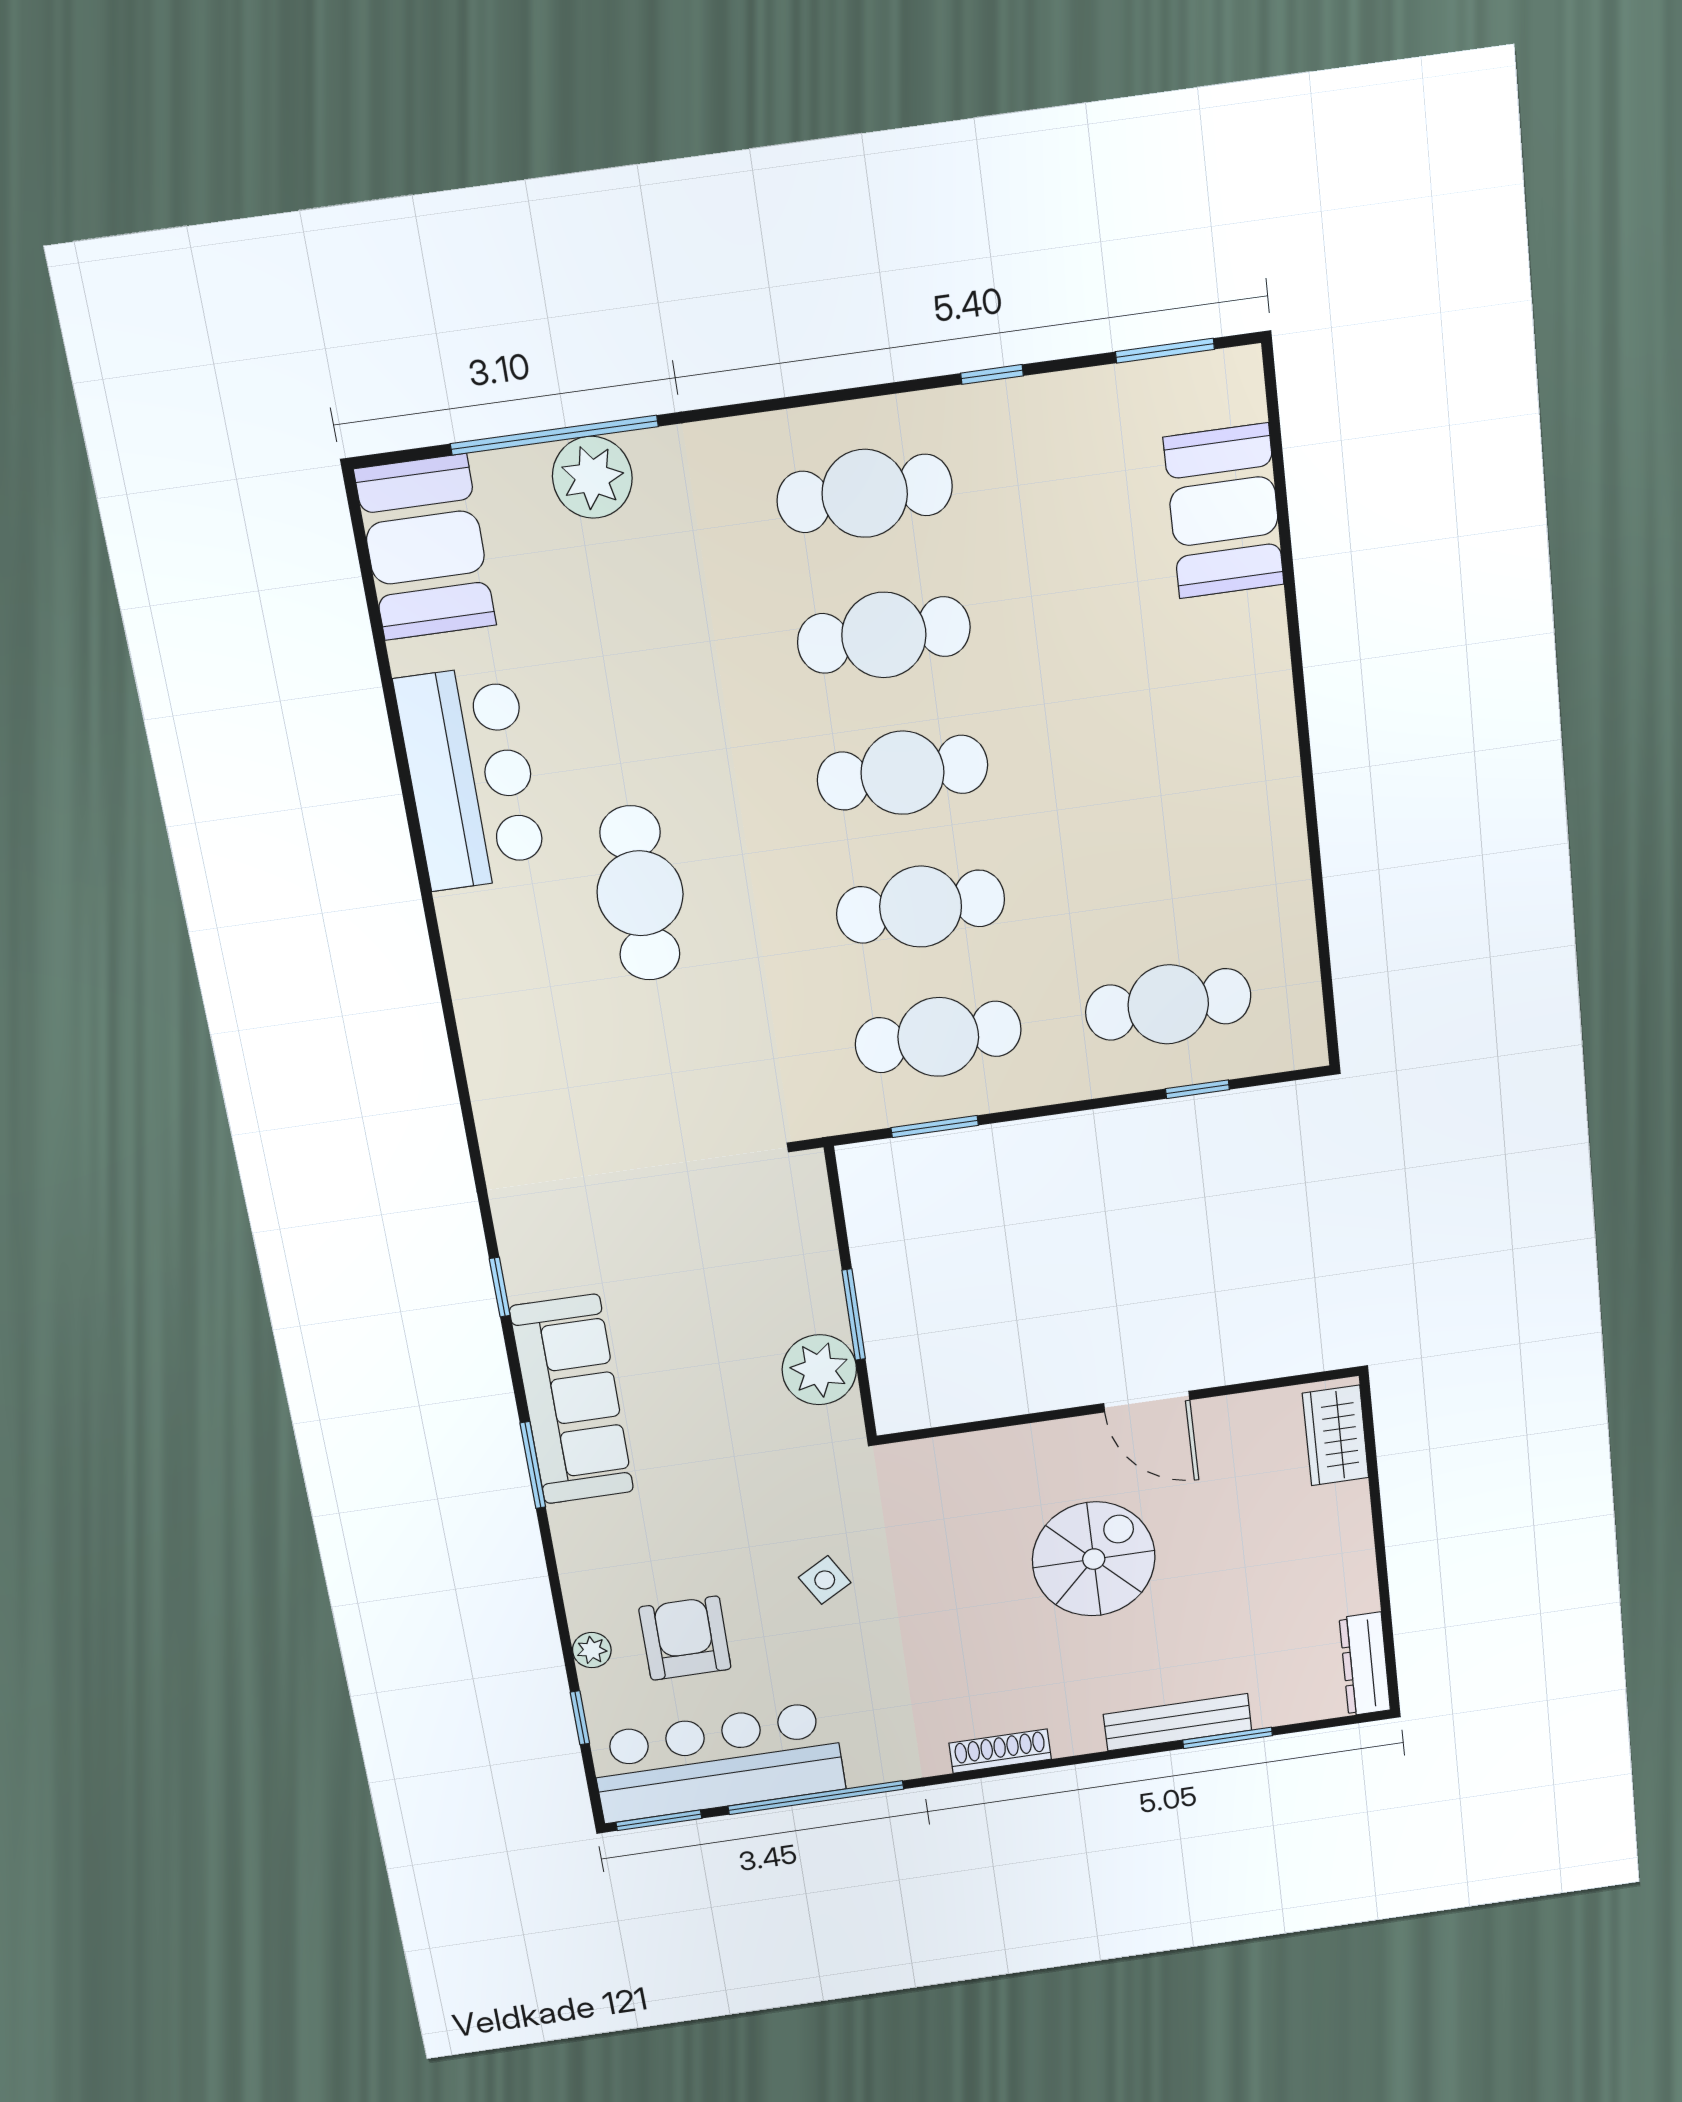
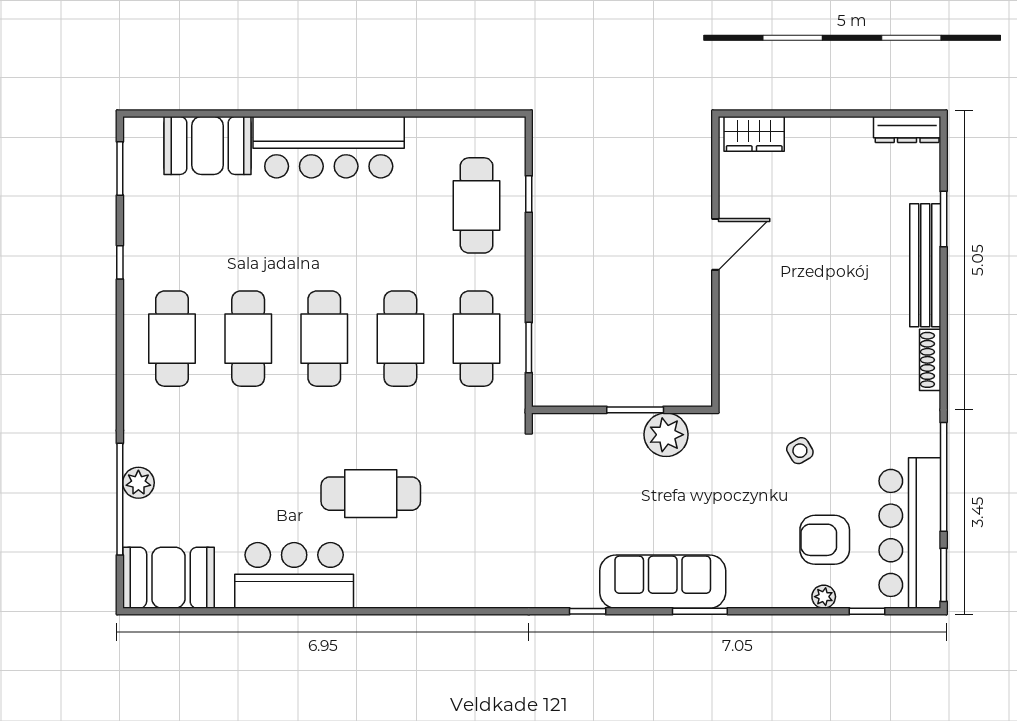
plant: (592, 477) -> (138, 483), width x0.73, depth x0.73
bar counter: (1243, 733) -> (329, 147), added
spiral stairs: (1094, 1559) -> (811, 288), removed
bench: (1178, 1722) -> (925, 265), width x1.37, depth x1.21

